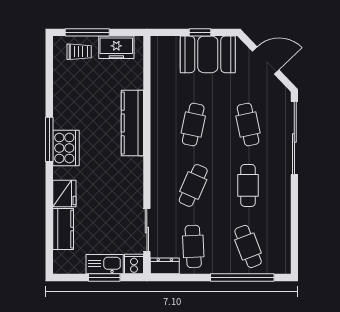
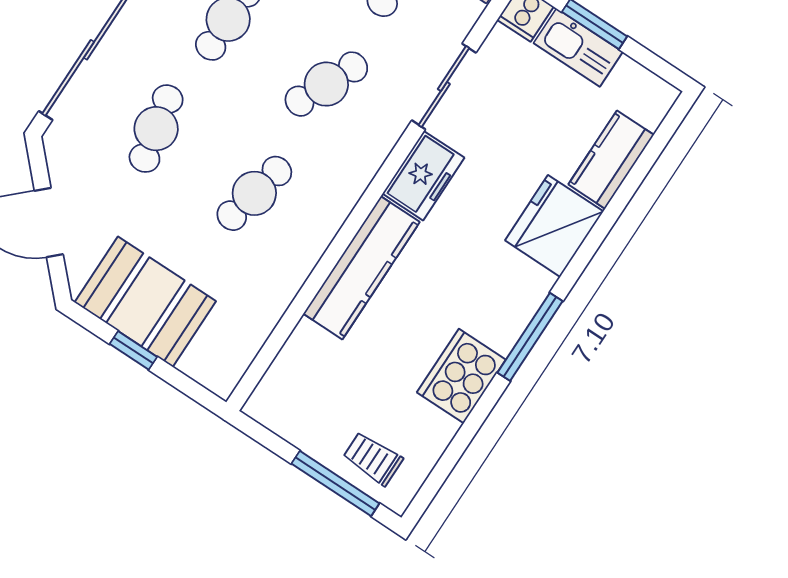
freezer: (116, 47) -> (423, 176), moved, turned 90
cooker: (66, 148) -> (461, 376), moved
fridge: (64, 194) -> (554, 226), width x1.36, depth x1.34
sliding door: (147, 230) -> (444, 86), moved

